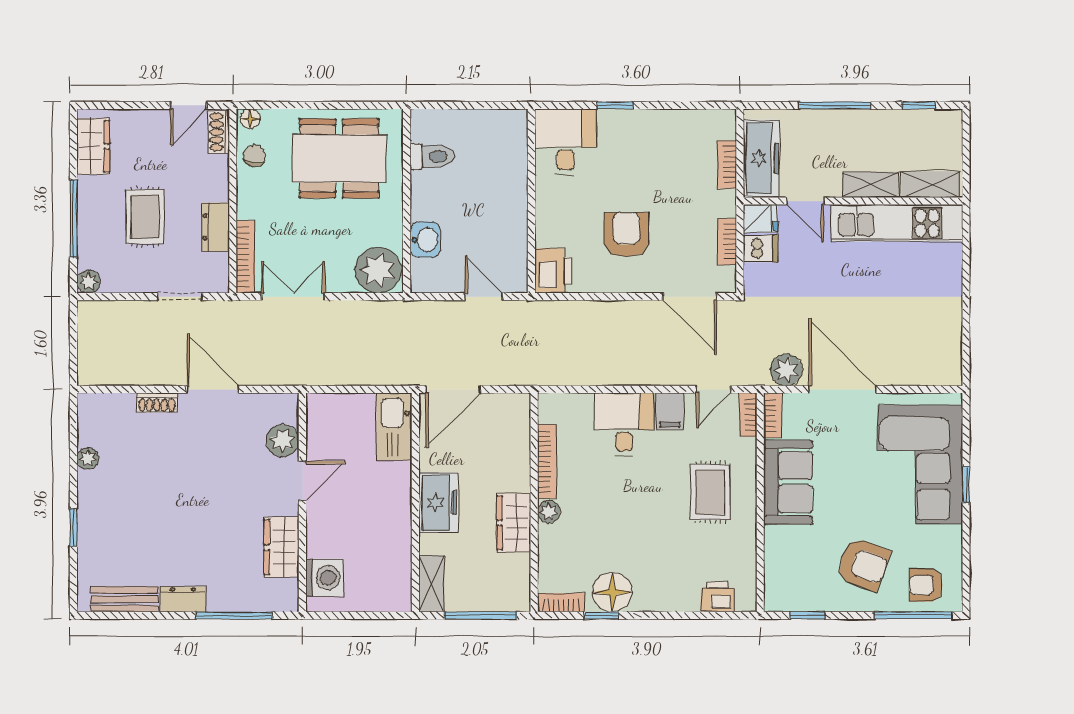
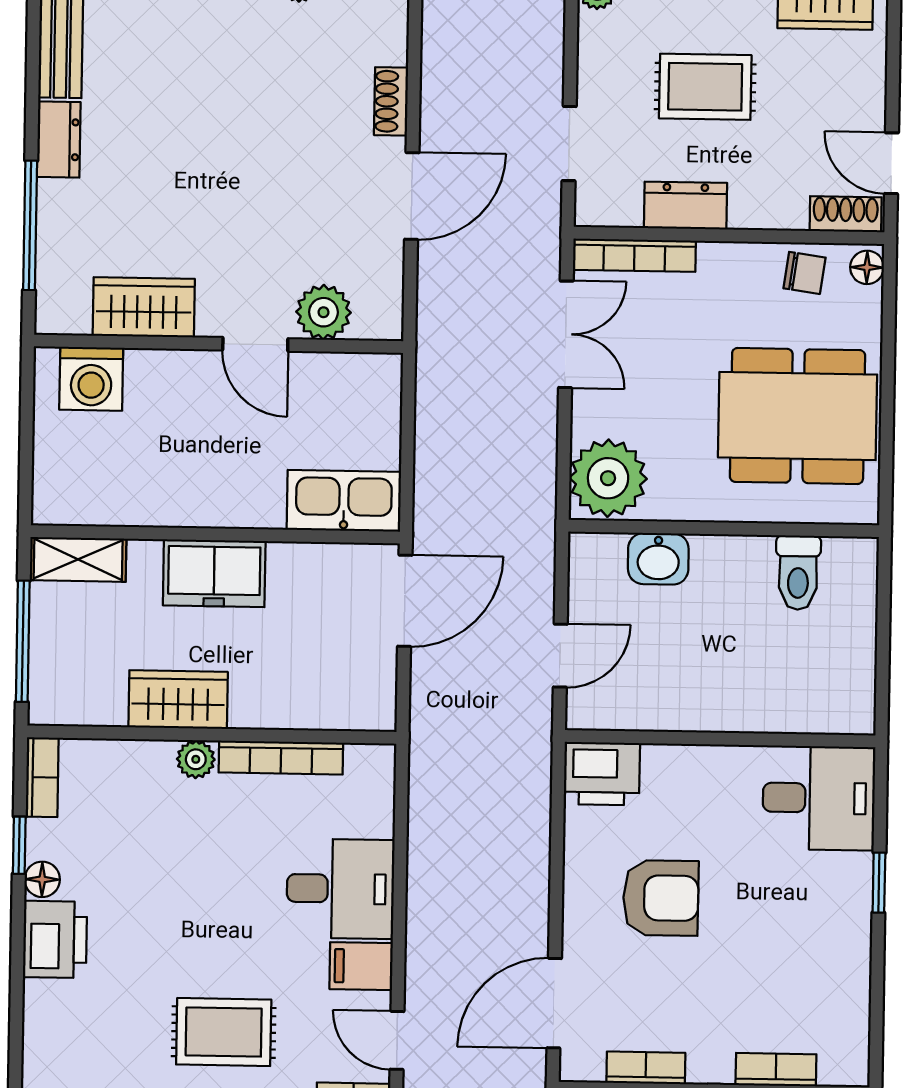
dining table: (339, 158) -> (798, 416), turned 90
door: (453, 389) -> (405, 601), swing flipped
floor lamp: (612, 592) -> (42, 879), width x0.53, depth x0.53
printer: (718, 597) -> (55, 939), moved, width x1.36, depth x1.24

